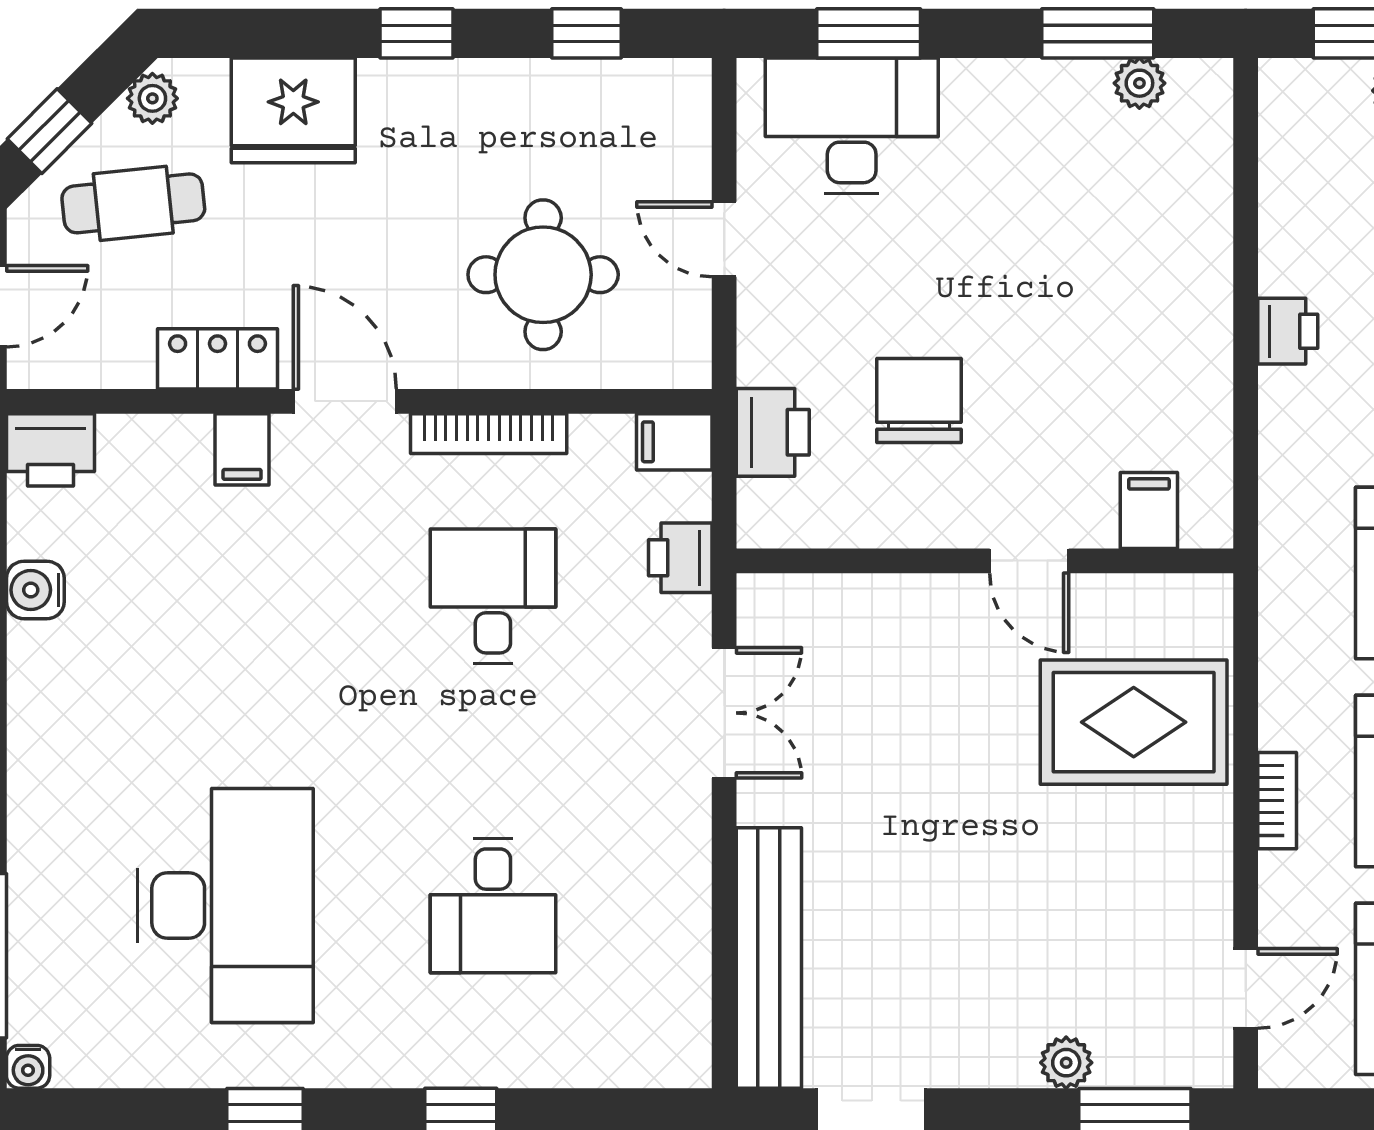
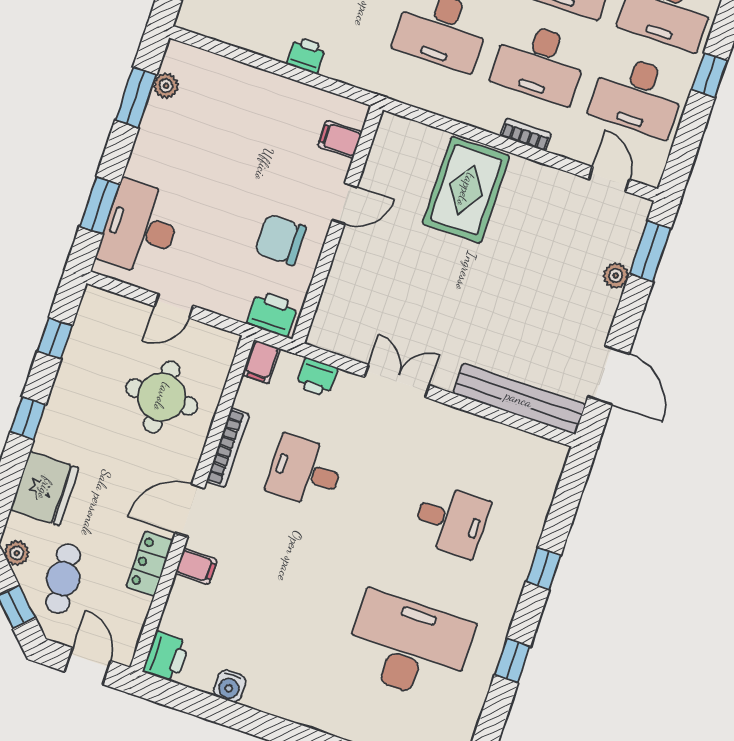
filing cabinet: (1149, 511) -> (340, 139), moved
wall: (985, 561) -> (338, 225), moved
door: (1029, 561) -> (345, 204), moved

